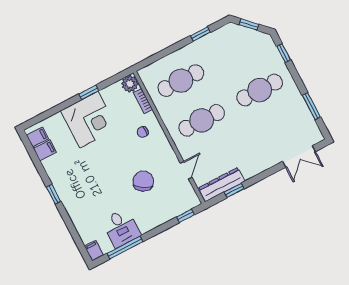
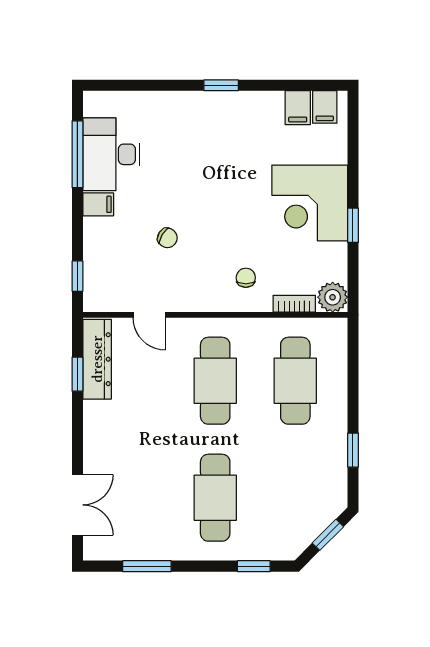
double door: (299, 156) -> (77, 505), swing flipped
chair: (143, 181) -> (167, 238), width x0.54, depth x0.54
desk: (121, 228) -> (111, 154), width x1.37
filing cabinet: (94, 251) -> (98, 204), moved

